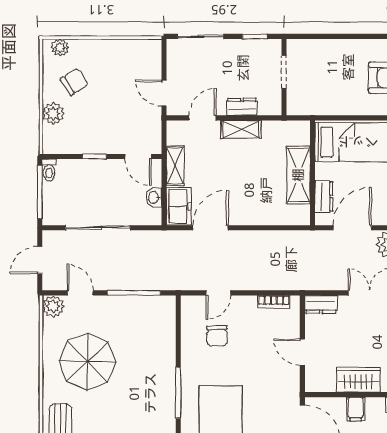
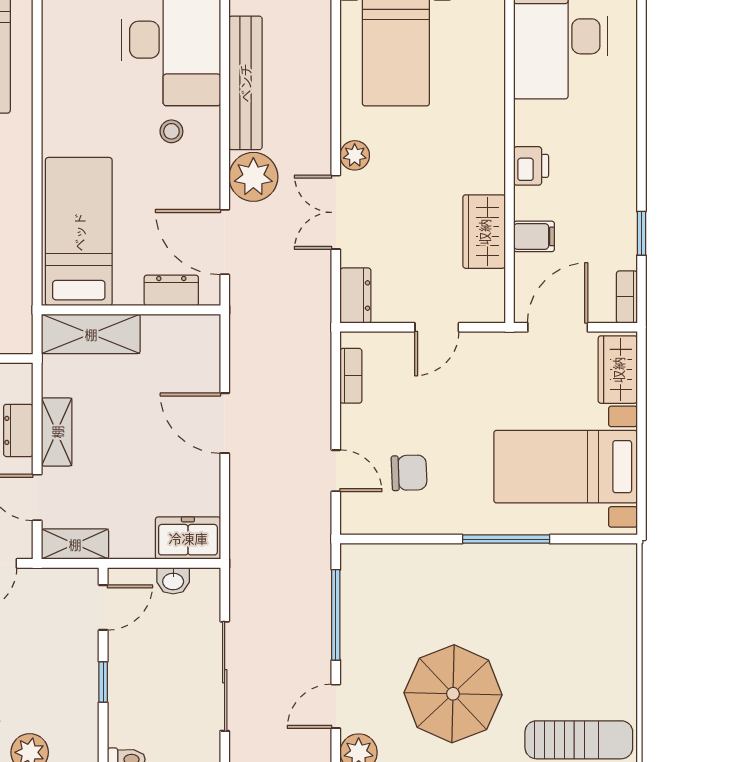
shelving: (175, 166) -> (75, 544), moved
shelving: (298, 175) -> (91, 334), moved
door: (210, 228) -> (225, 423), moved

